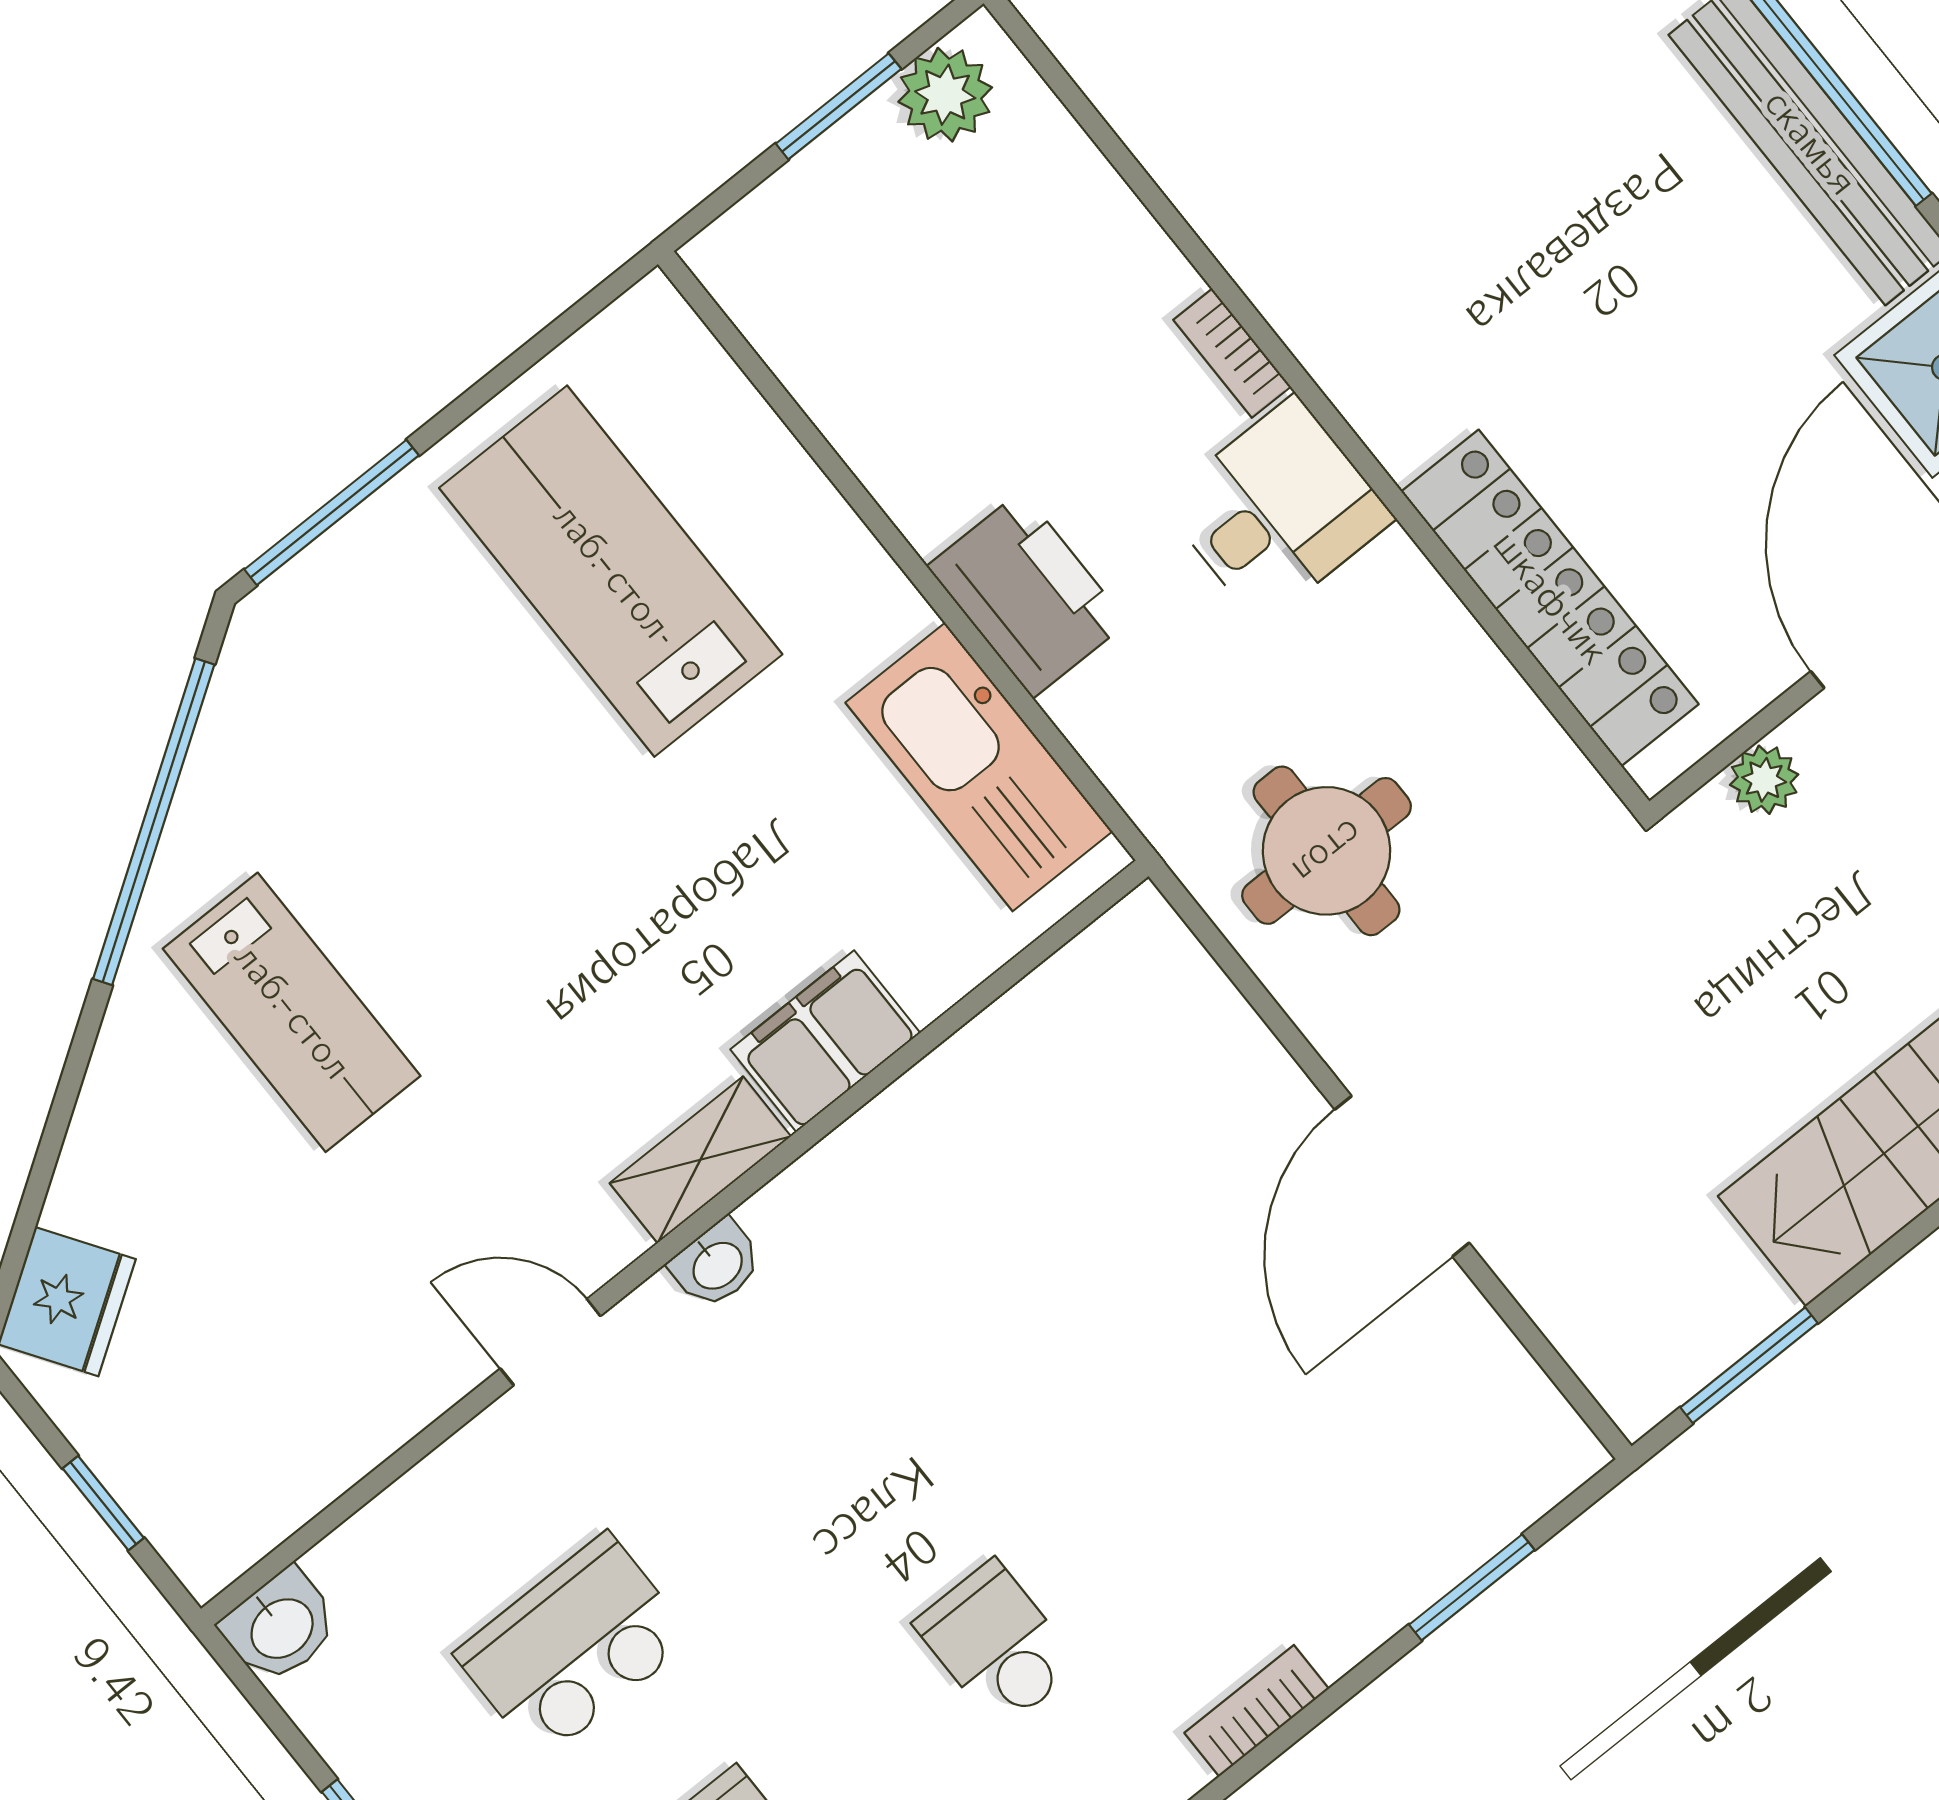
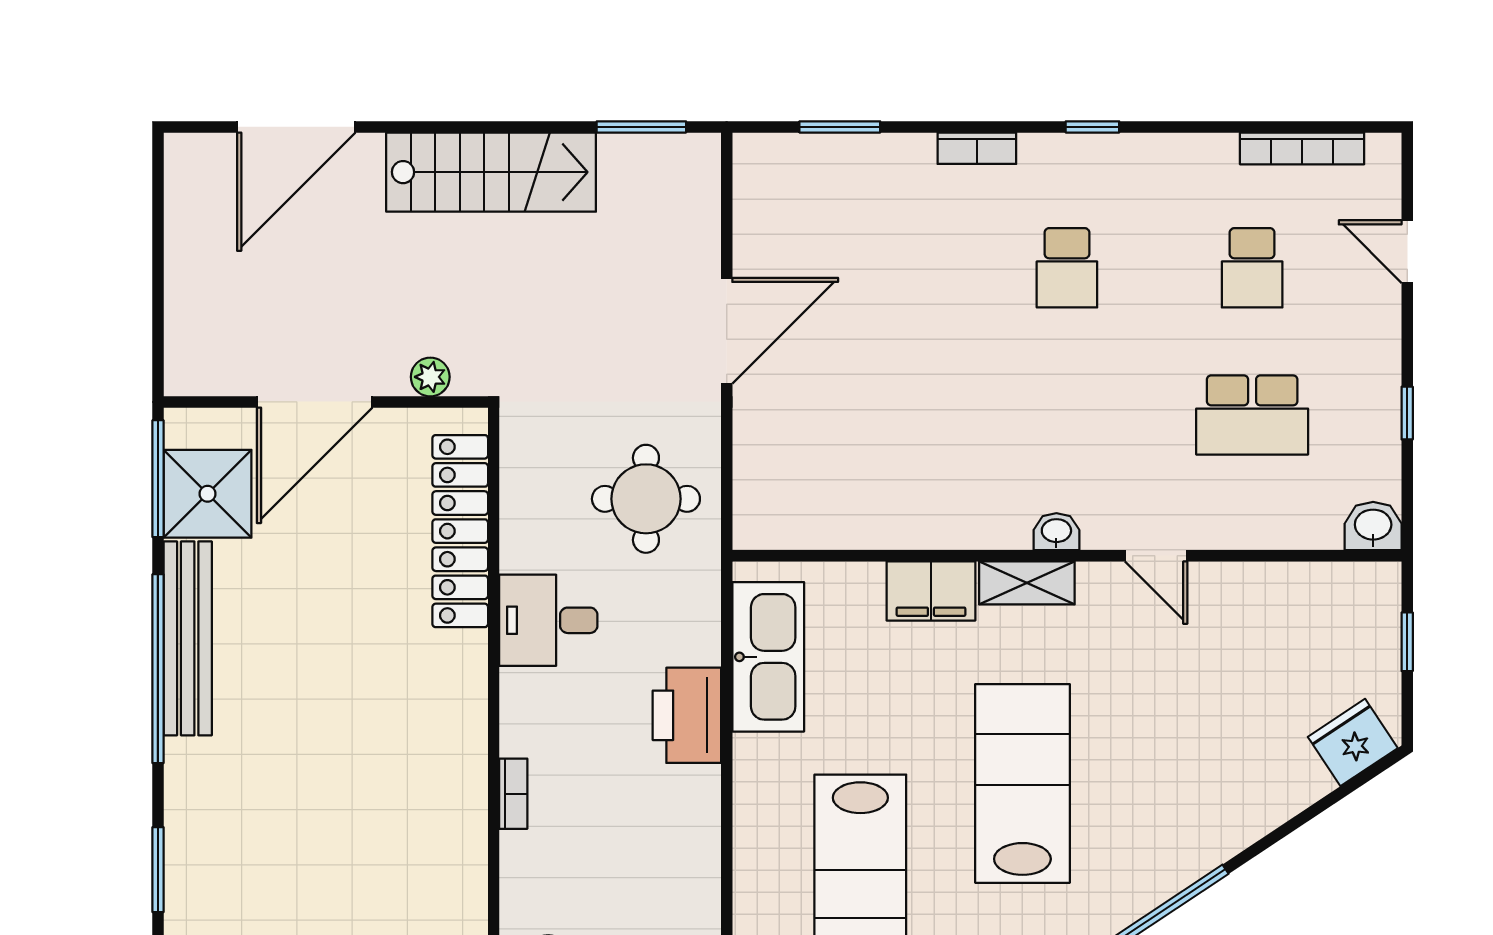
bookcase: (1232, 353) -> (513, 794), moved
desk: (1278, 510) -> (548, 620), moved
lab bench: (292, 1012) -> (1022, 783), moved, width x1.36, depth x1.39

